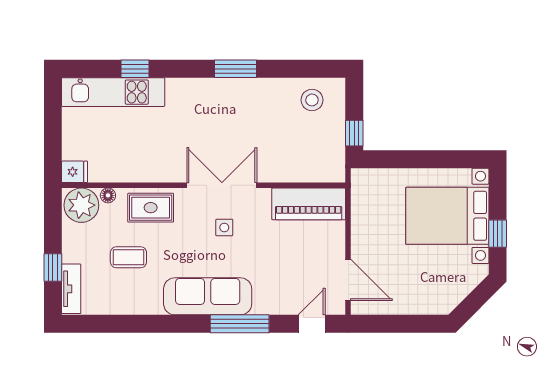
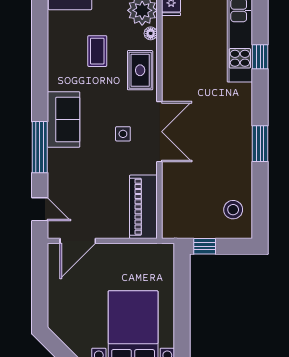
sofa: (208, 296) -> (63, 120), width x0.73

